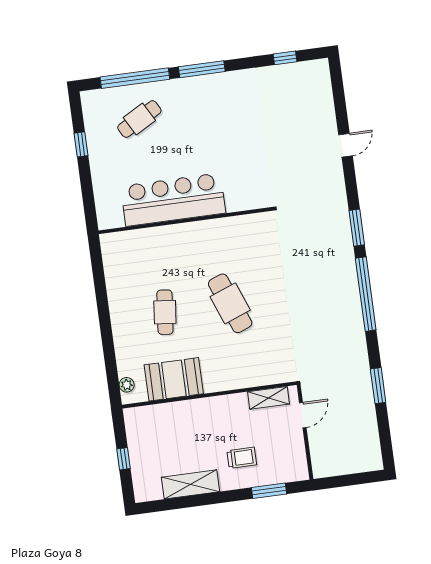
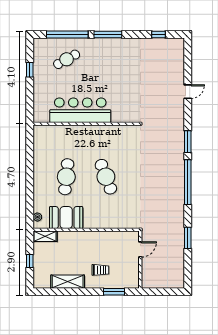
cafe table: (165, 312) -> (66, 177), width x1.37, depth x1.35
shelving: (268, 398) -> (45, 236), moved

